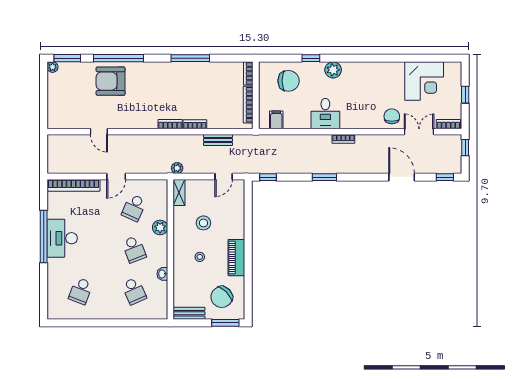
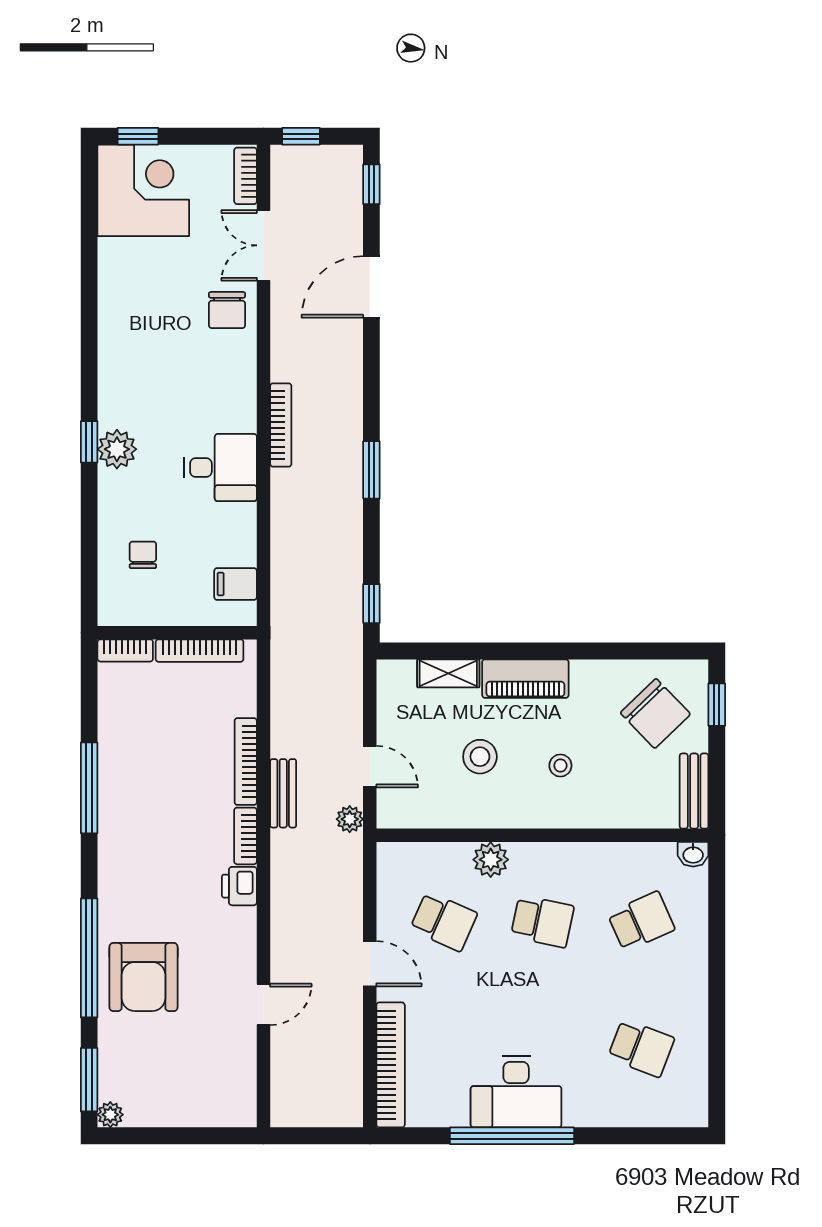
window: (311, 58) -> (89, 442), moved
chair: (289, 81) -> (143, 555), width x0.54, depth x0.54
corner desk: (424, 81) -> (143, 190), moved
window: (465, 95) -> (138, 136), moved
chair: (392, 116) -> (227, 310), turned -90
printer: (149, 122) -> (239, 886), added
bookcase: (195, 124) -> (246, 761), width x1.56
bookcase: (343, 139) -> (281, 425), width x1.56
bench: (218, 140) -> (283, 793), moved
door: (224, 177) -> (370, 767), moved
shelving: (179, 192) -> (448, 673), moved
school desk: (134, 249) -> (542, 921), turned 33
piano: (236, 258) -> (525, 679), moved
washbasin: (162, 274) -> (693, 854), moved
window: (225, 323) -> (717, 705), width x0.67

